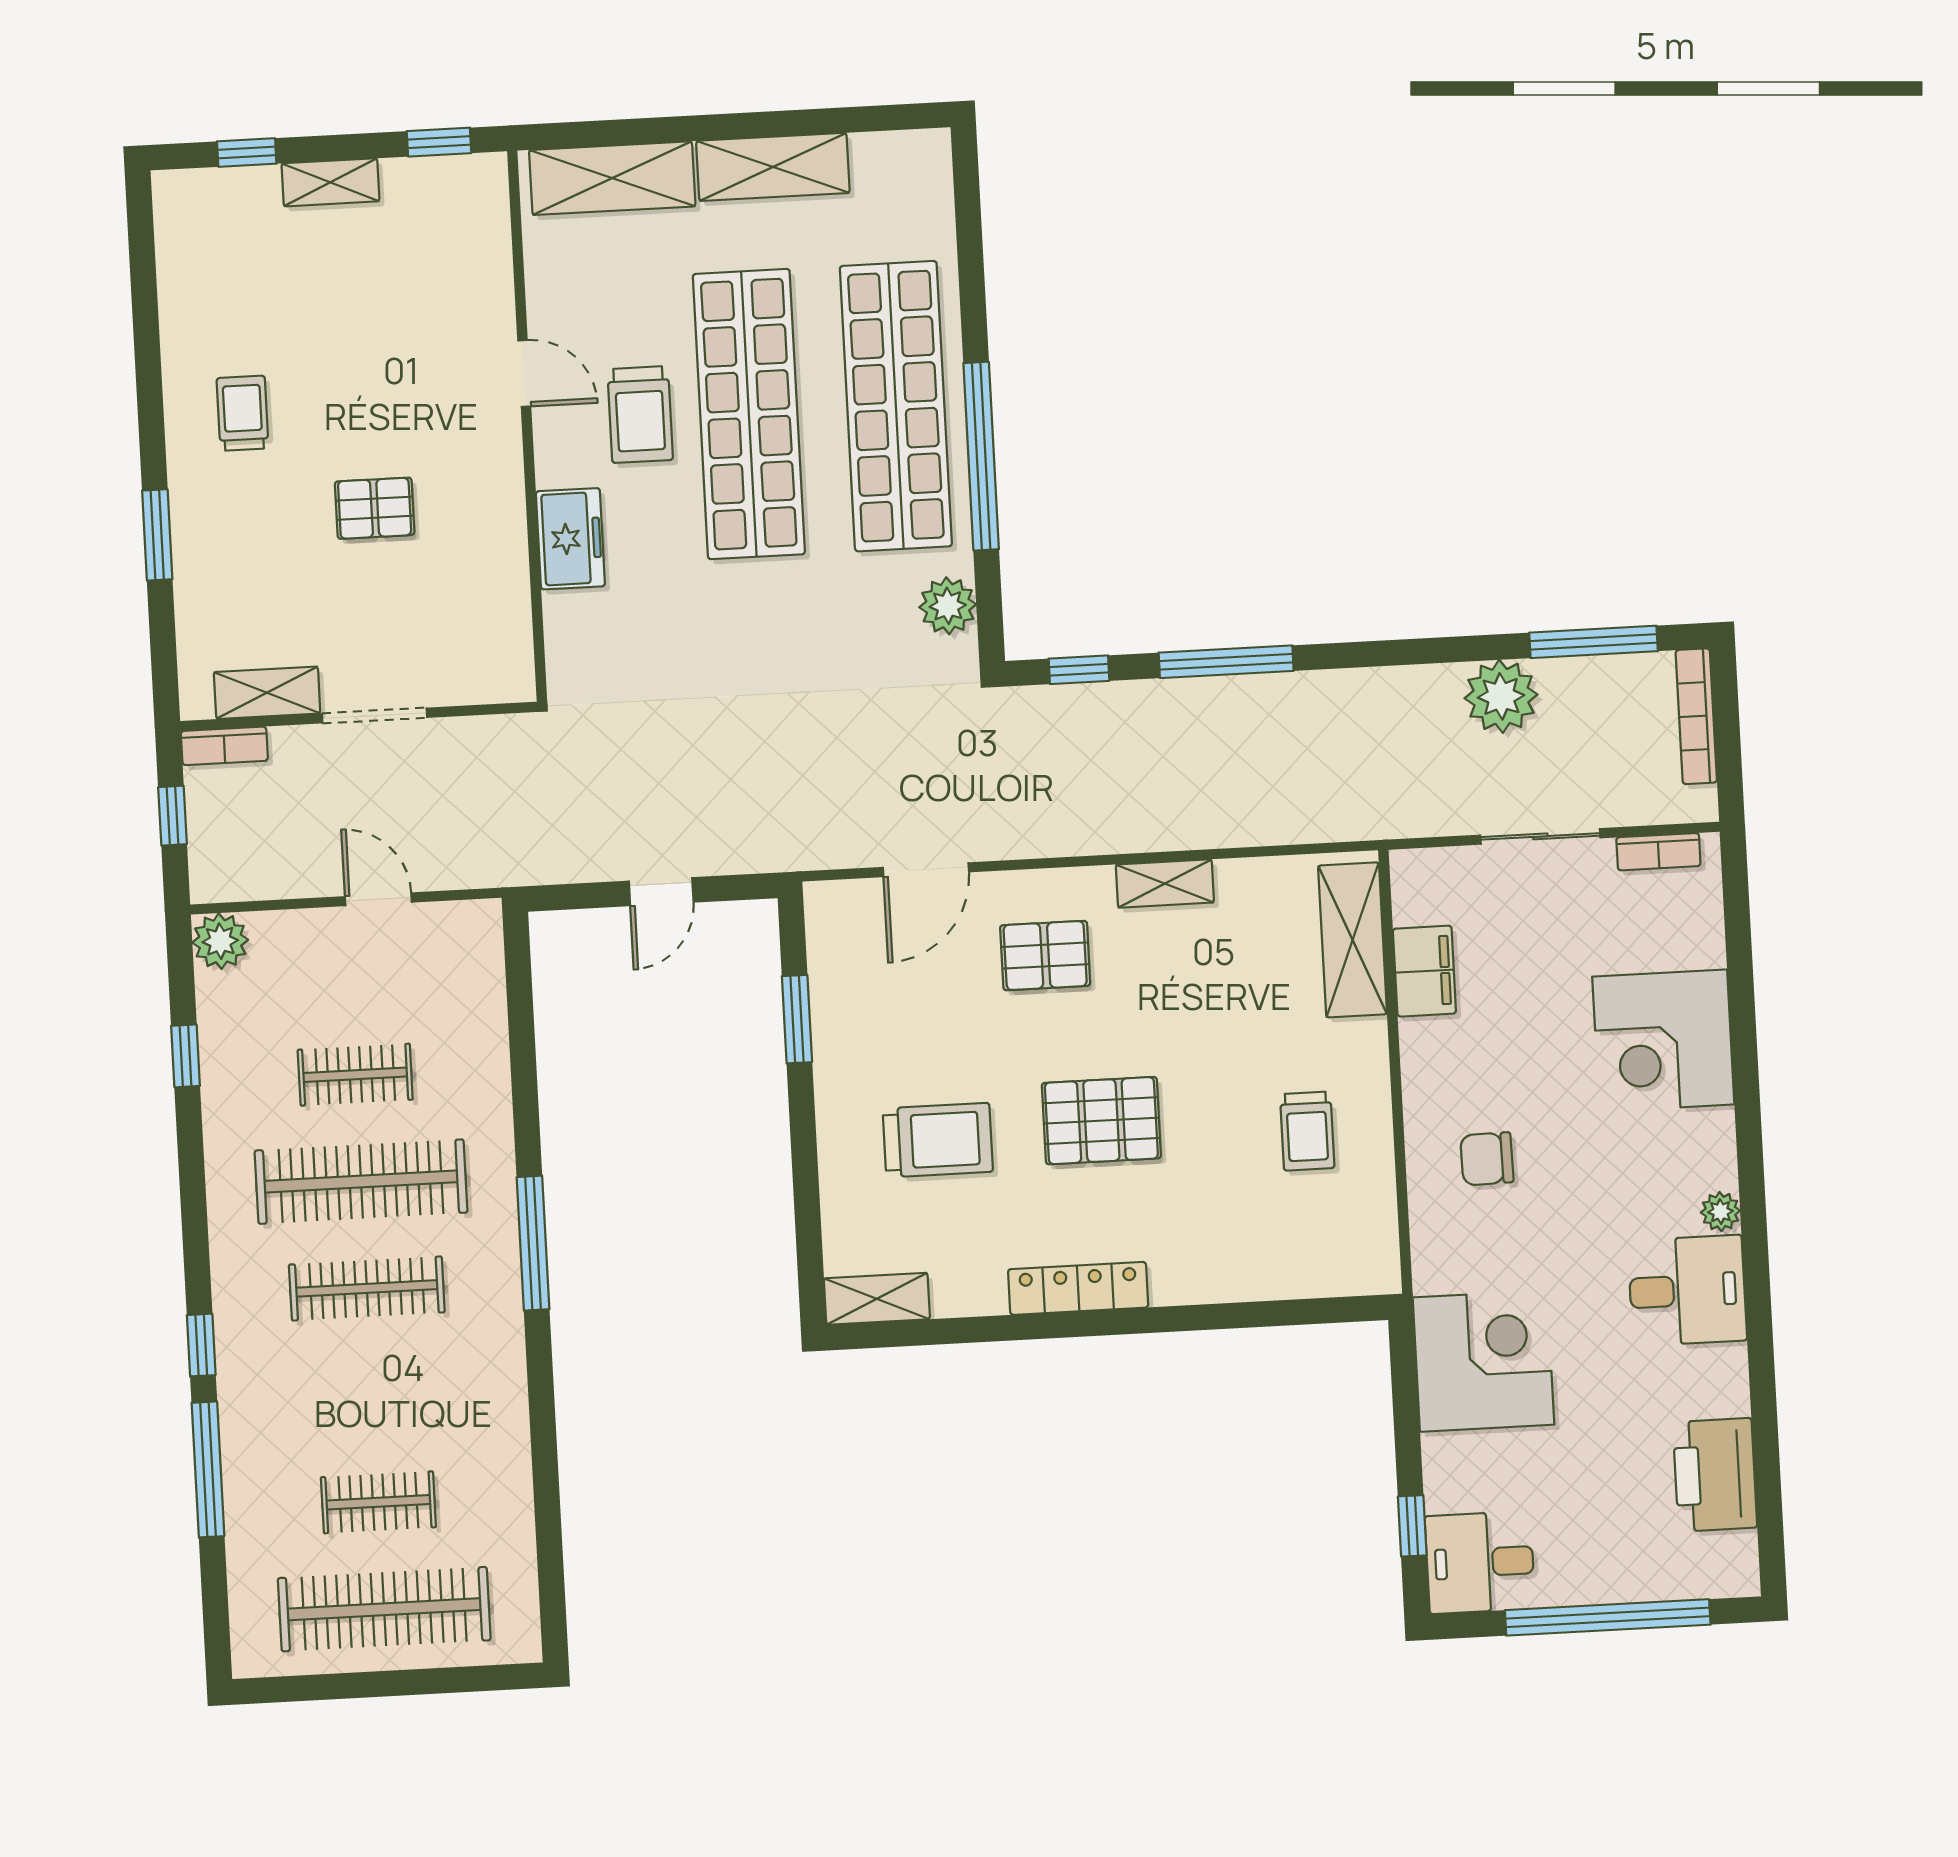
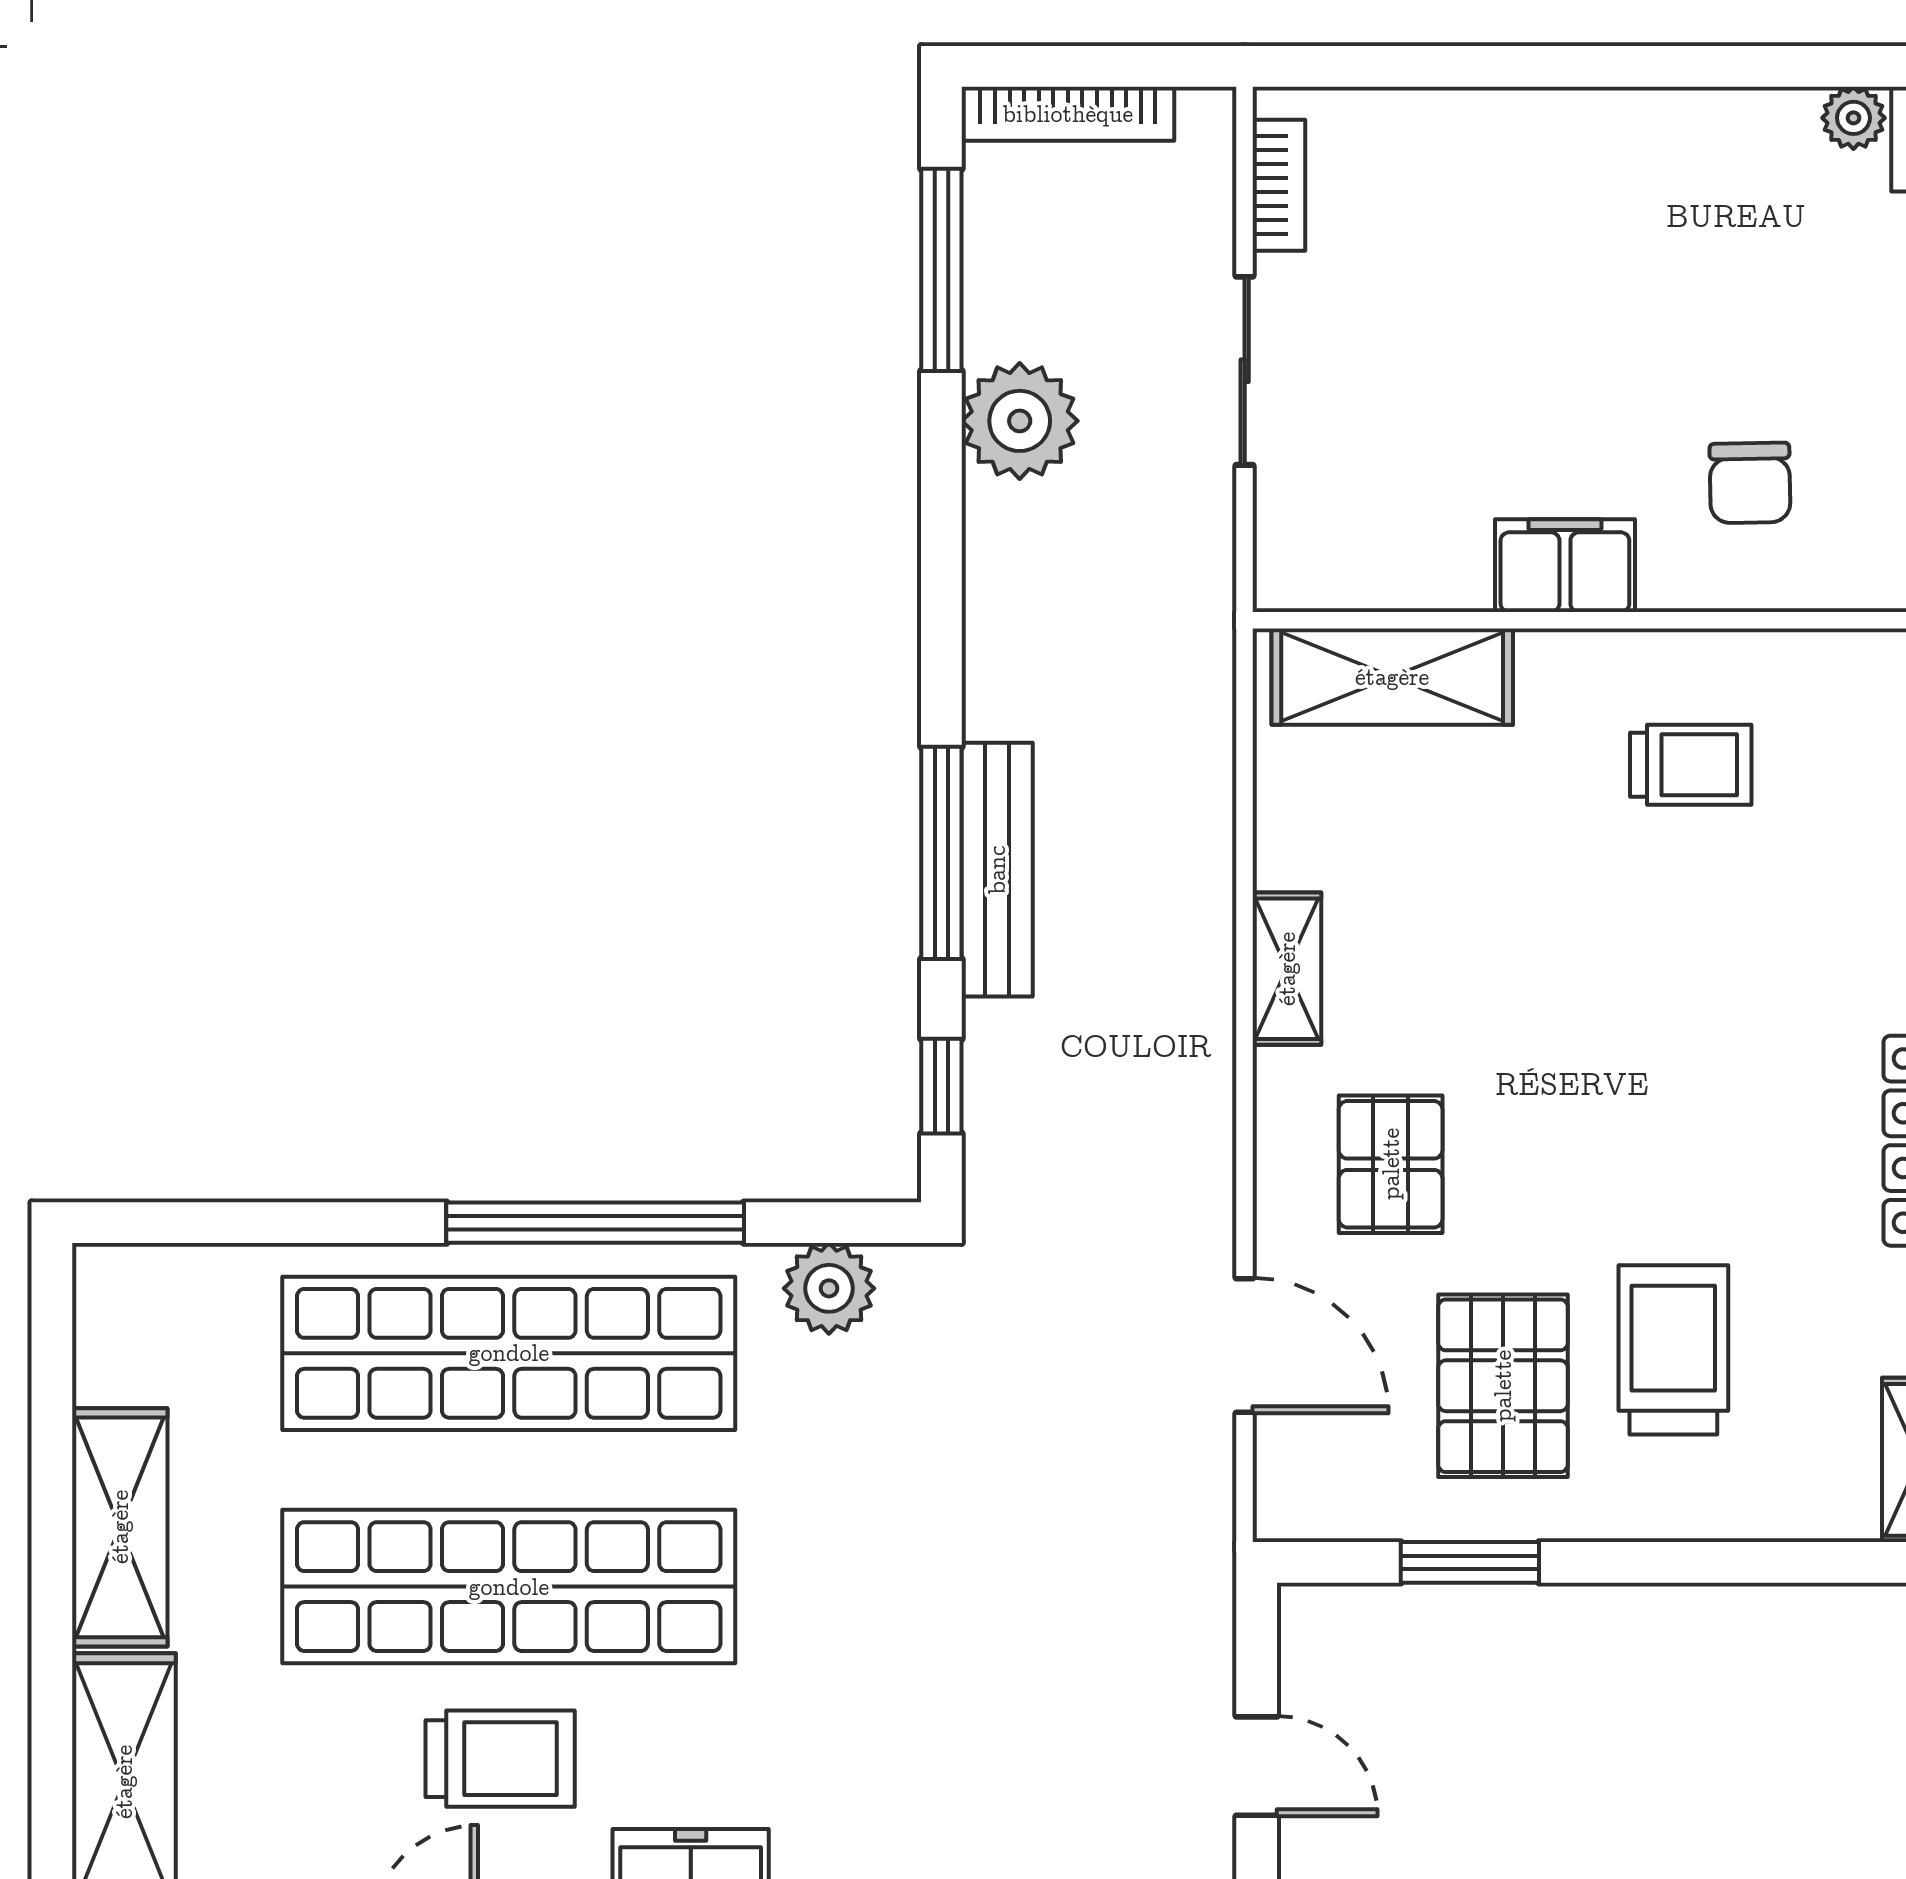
bench: (1217, 697) -> (997, 870), added
filing cabinet: (1424, 971) -> (1565, 566), moved
corner desk: (1663, 1040) -> (1578, 194), removed
pallet: (1101, 1121) -> (1503, 1386), moved

